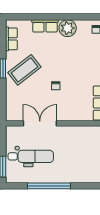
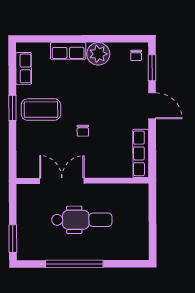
coffee table: (24, 70) -> (41, 110), turned 38
dental chair: (31, 156) -> (82, 220), moved

